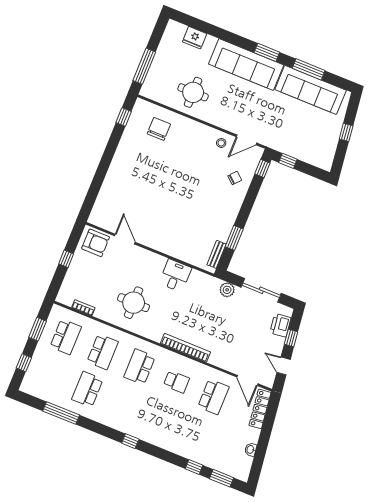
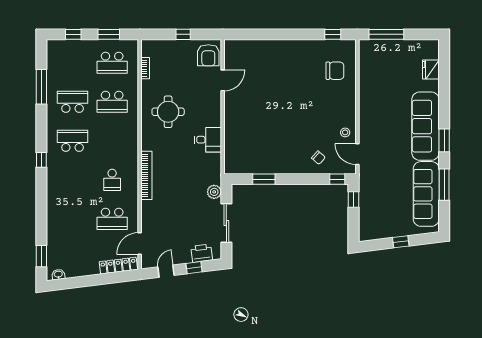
round table: (193, 92) -> (381, 88), removed
bench: (216, 254) -> (242, 169), removed
school desk: (140, 367) -> (73, 141), moved
washbasin: (251, 450) -> (58, 274), moved
window: (194, 467) -> (41, 227), removed

